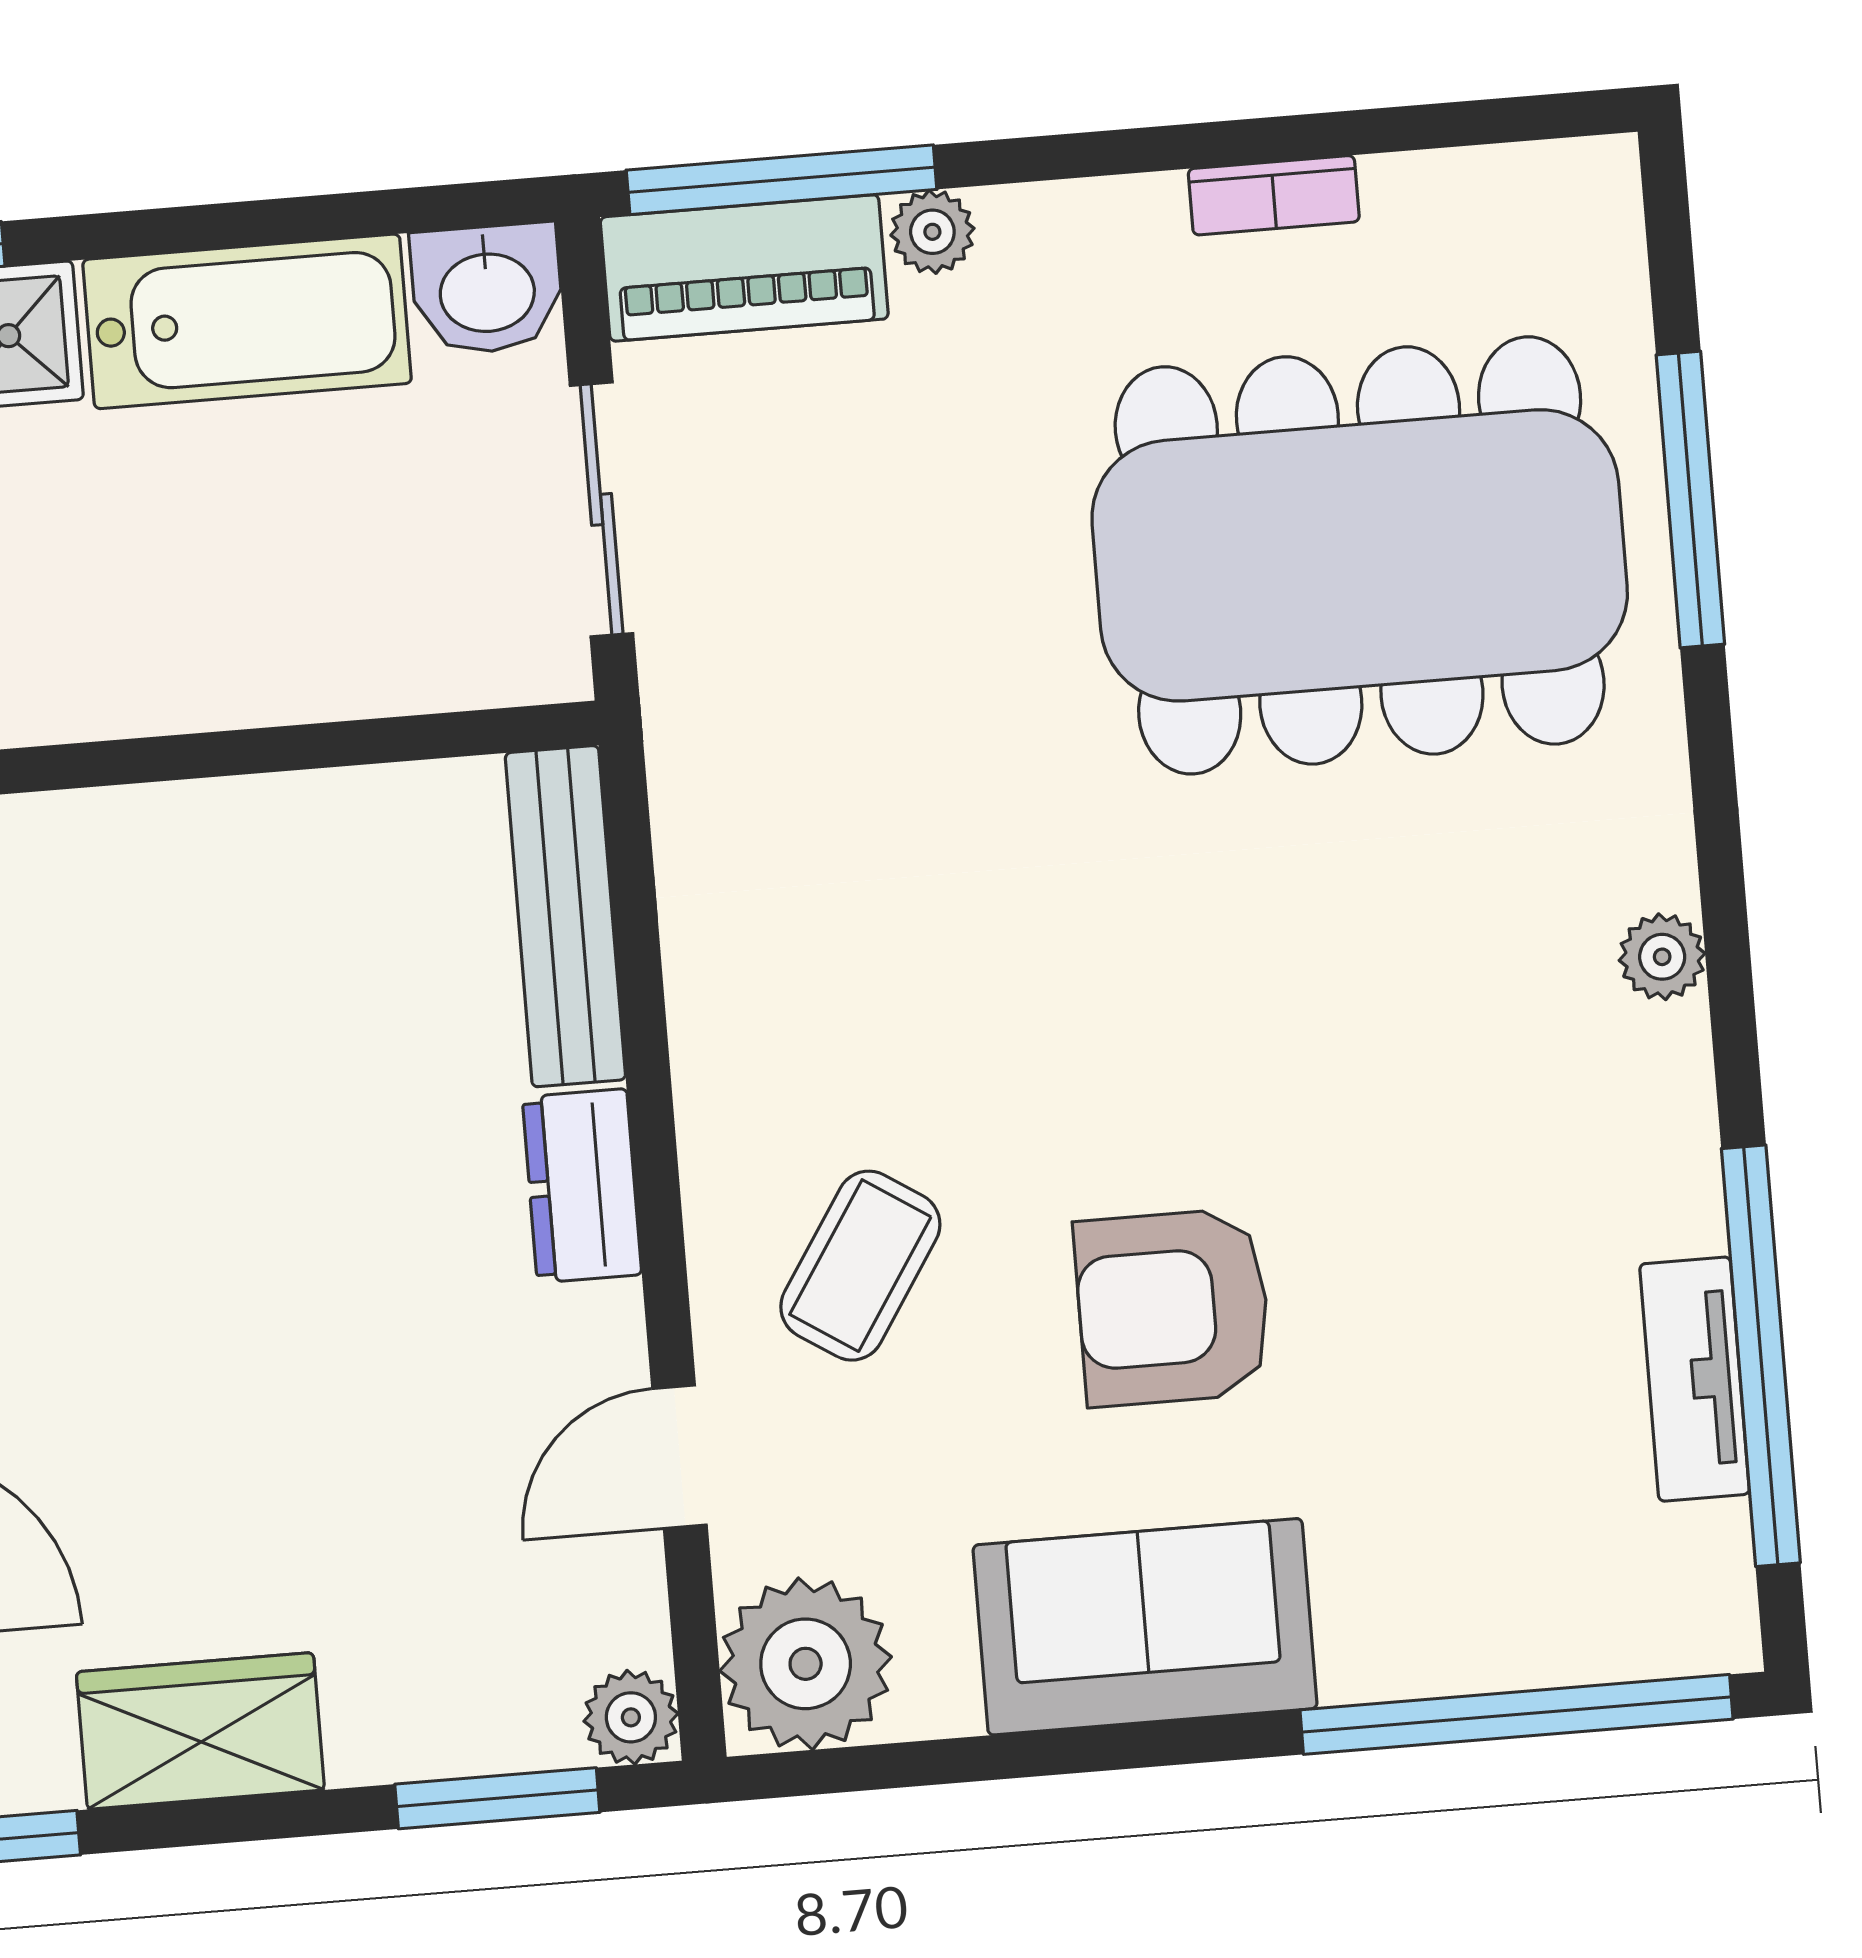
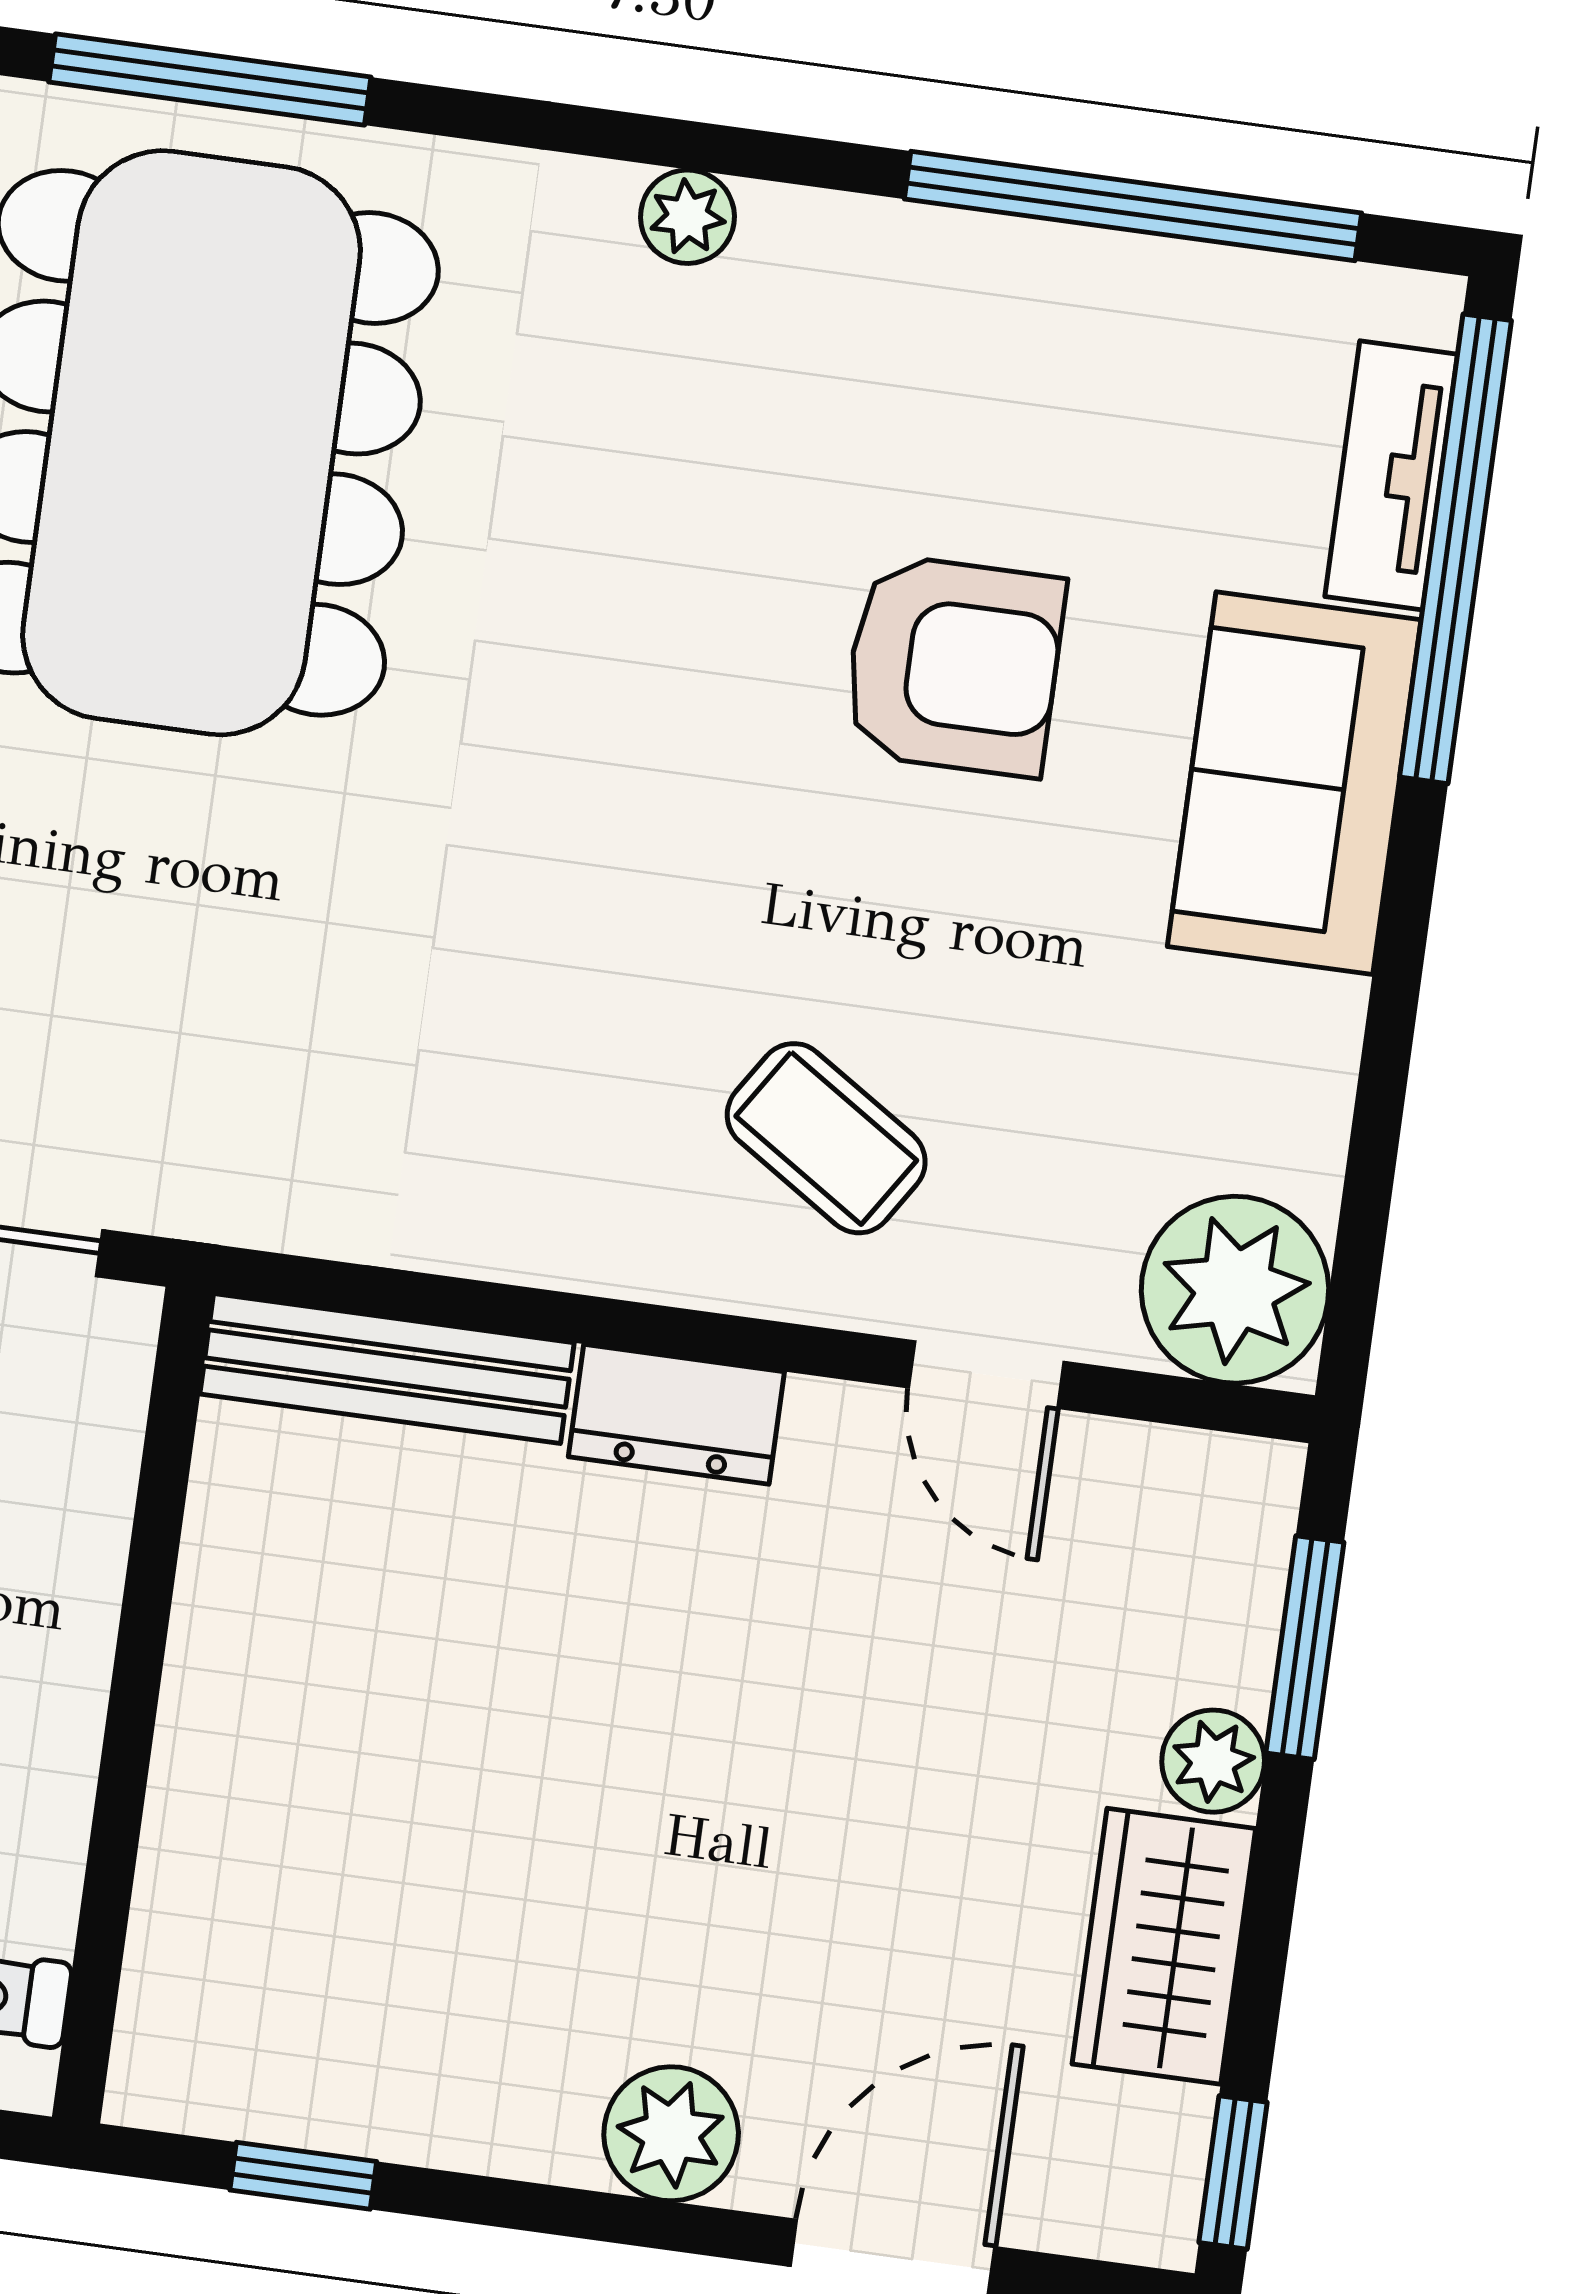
armchair: (1173, 1307) -> (954, 665), moved, turned -90
tv unit: (1695, 1379) -> (1391, 475), moved, turned 90
sofa: (1145, 1627) -> (1294, 783), moved
plant: (631, 1717) -> (1213, 1761), moved

